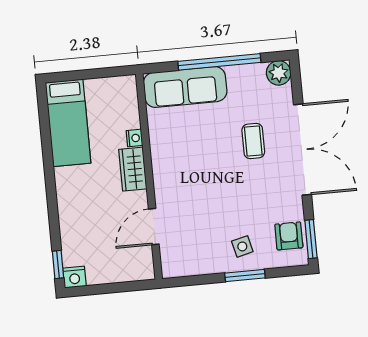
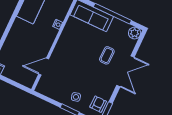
double door: (303, 150) -> (125, 71), width x0.73
wardrobe: (133, 169) -> (49, 37), removed

